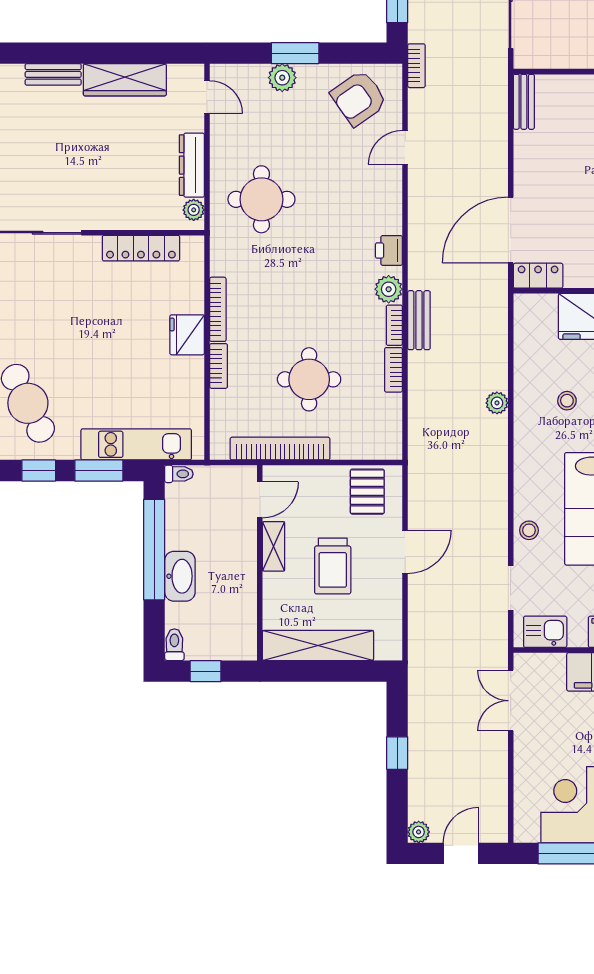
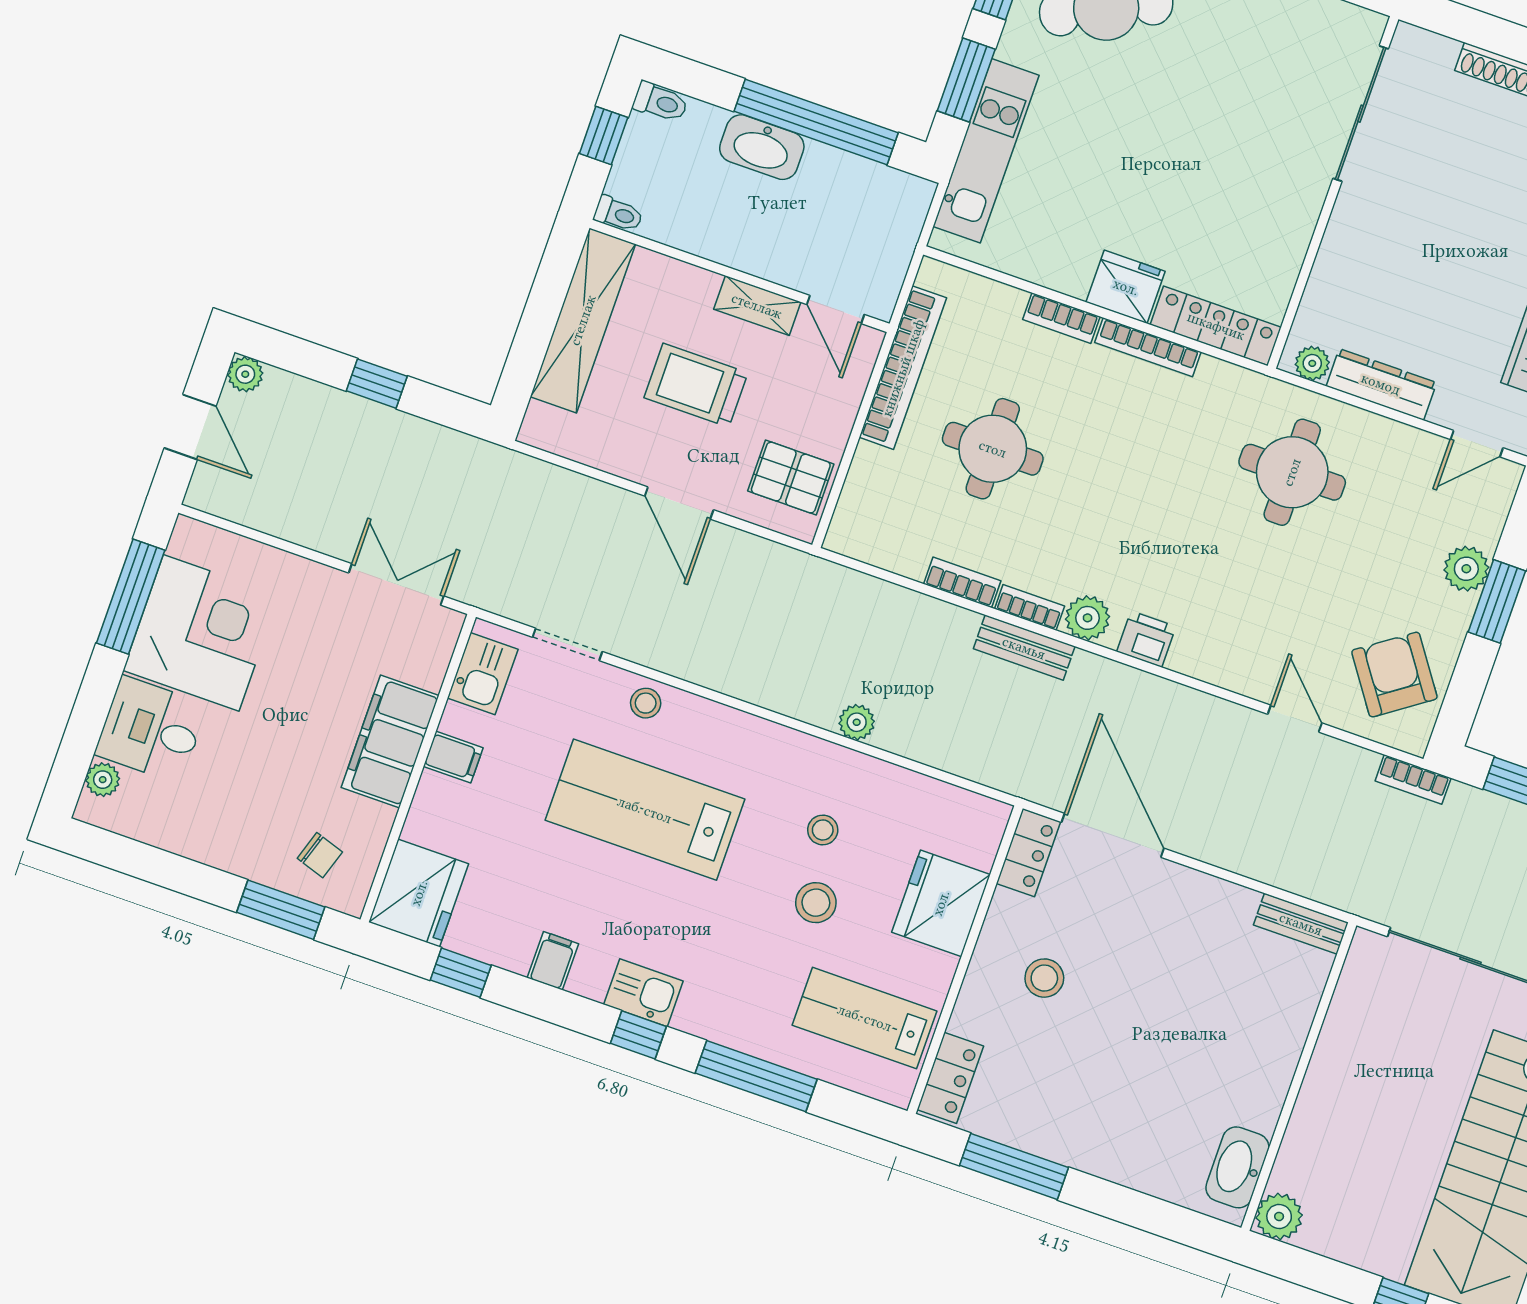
locker: (141, 248) -> (1216, 326), moved, turned 90
toilet: (179, 474) -> (618, 214), moved, turned -90

